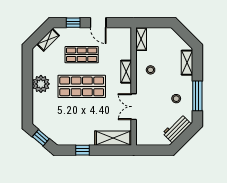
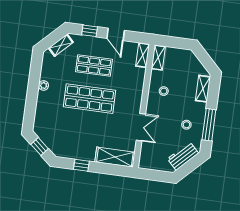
shelving: (126, 72) -> (143, 55), moved
plant: (41, 84) -> (44, 85), width x0.53, depth x0.53
double door: (134, 107) -> (141, 127), swing flipped

